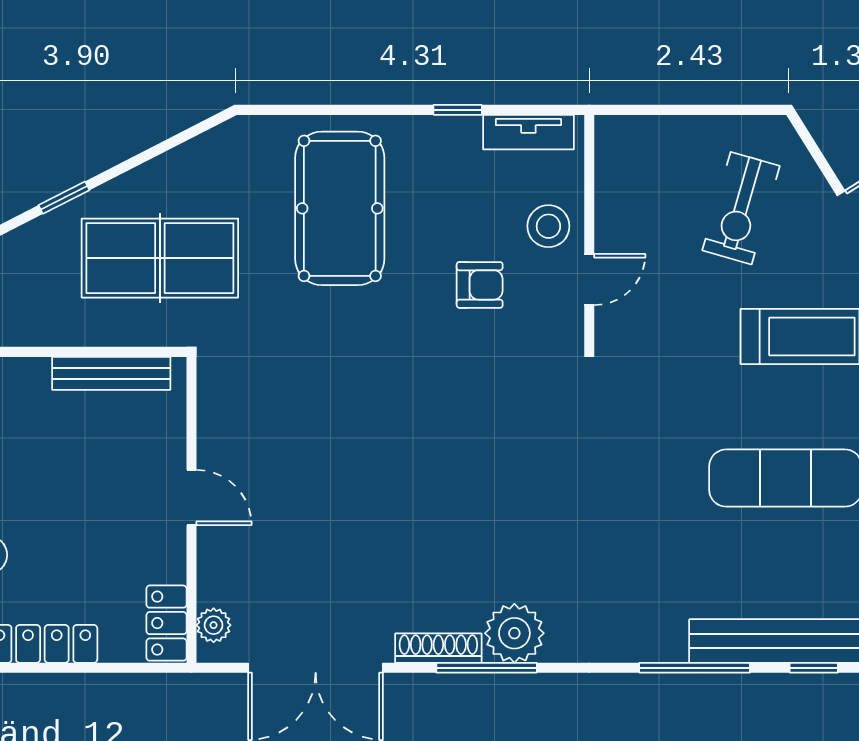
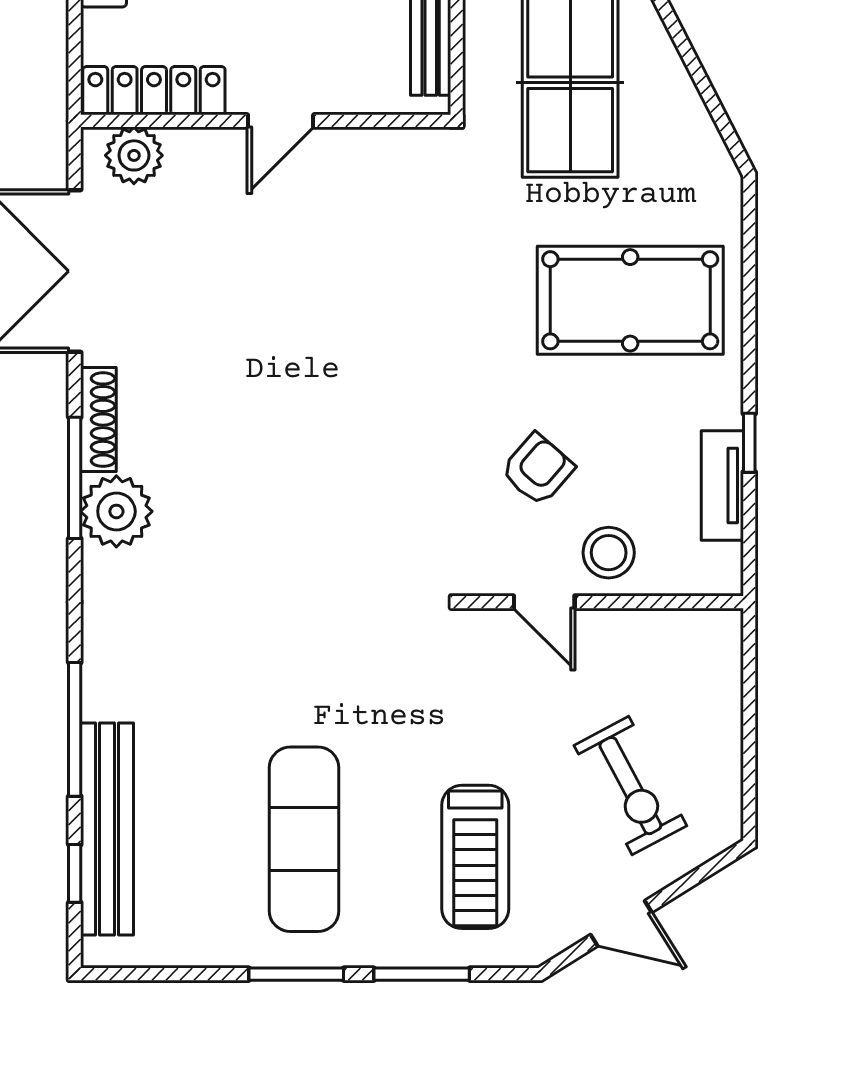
tv unit: (528, 132) -> (722, 486), moved
exercise bike: (741, 208) -> (630, 786), turned -134
armchair: (480, 285) -> (538, 469), turned -139
locker: (166, 623) -> (154, 91), width x1.53
plant: (214, 625) -> (134, 155), width x1.38, depth x1.38

